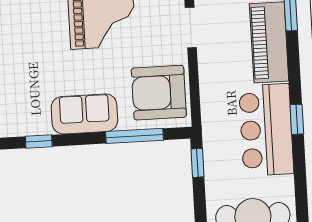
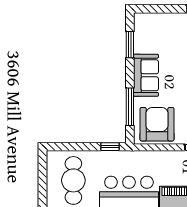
window: (39, 141) -> (130, 45), width x1.50

